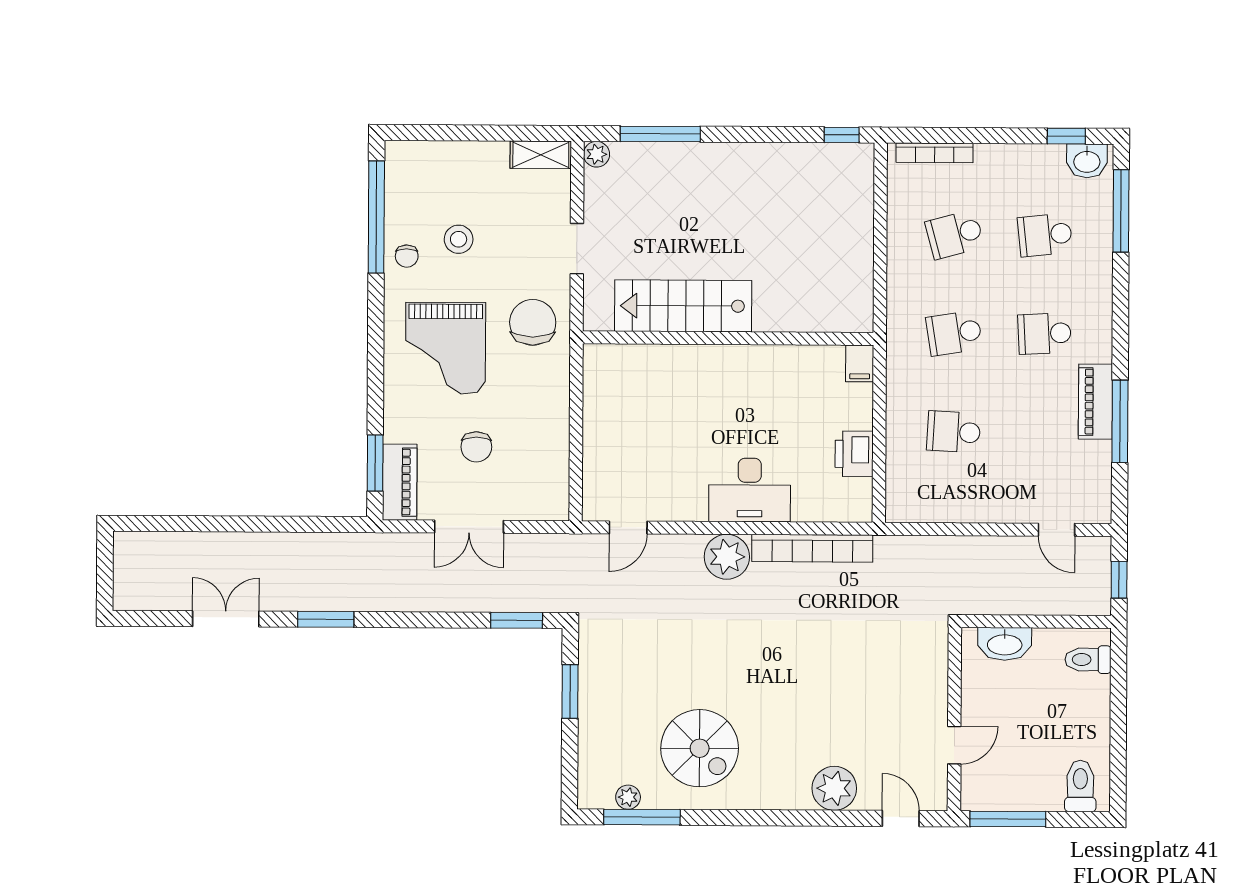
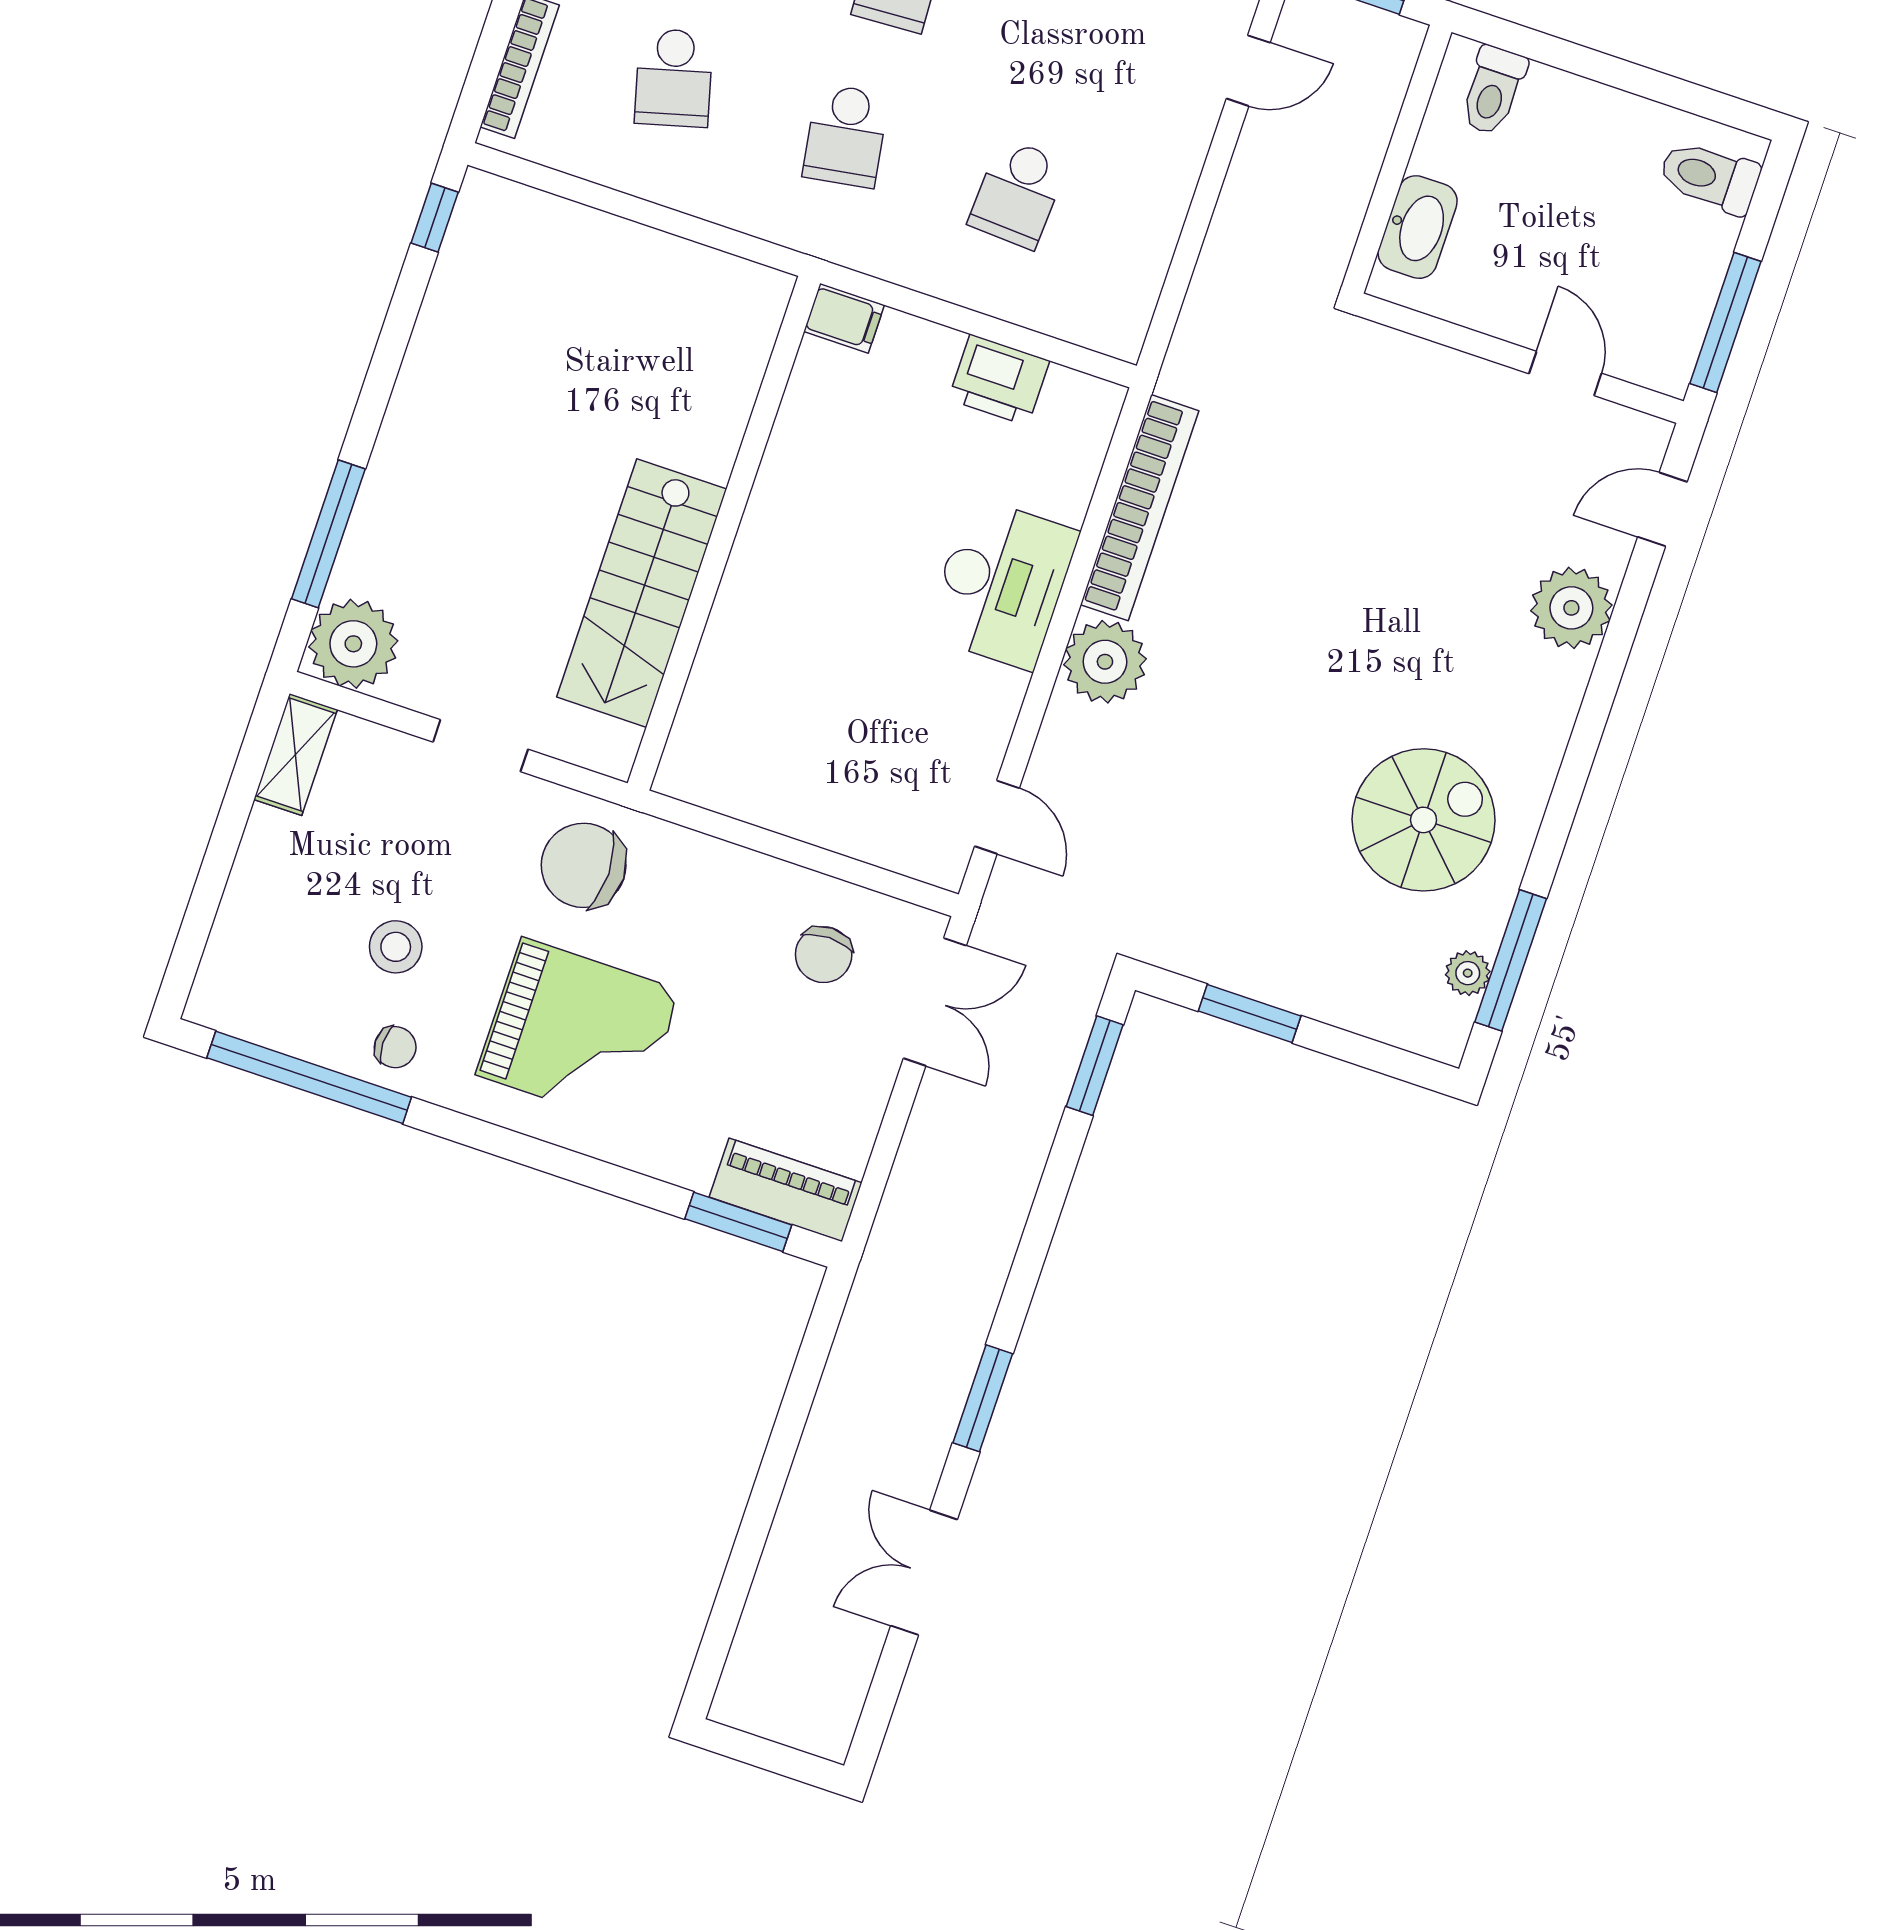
plant: (596, 154) -> (353, 644), width x1.88, depth x1.88
chair: (476, 447) -> (824, 955), moved, turned 90
double door: (469, 527) -> (935, 1002), moved

